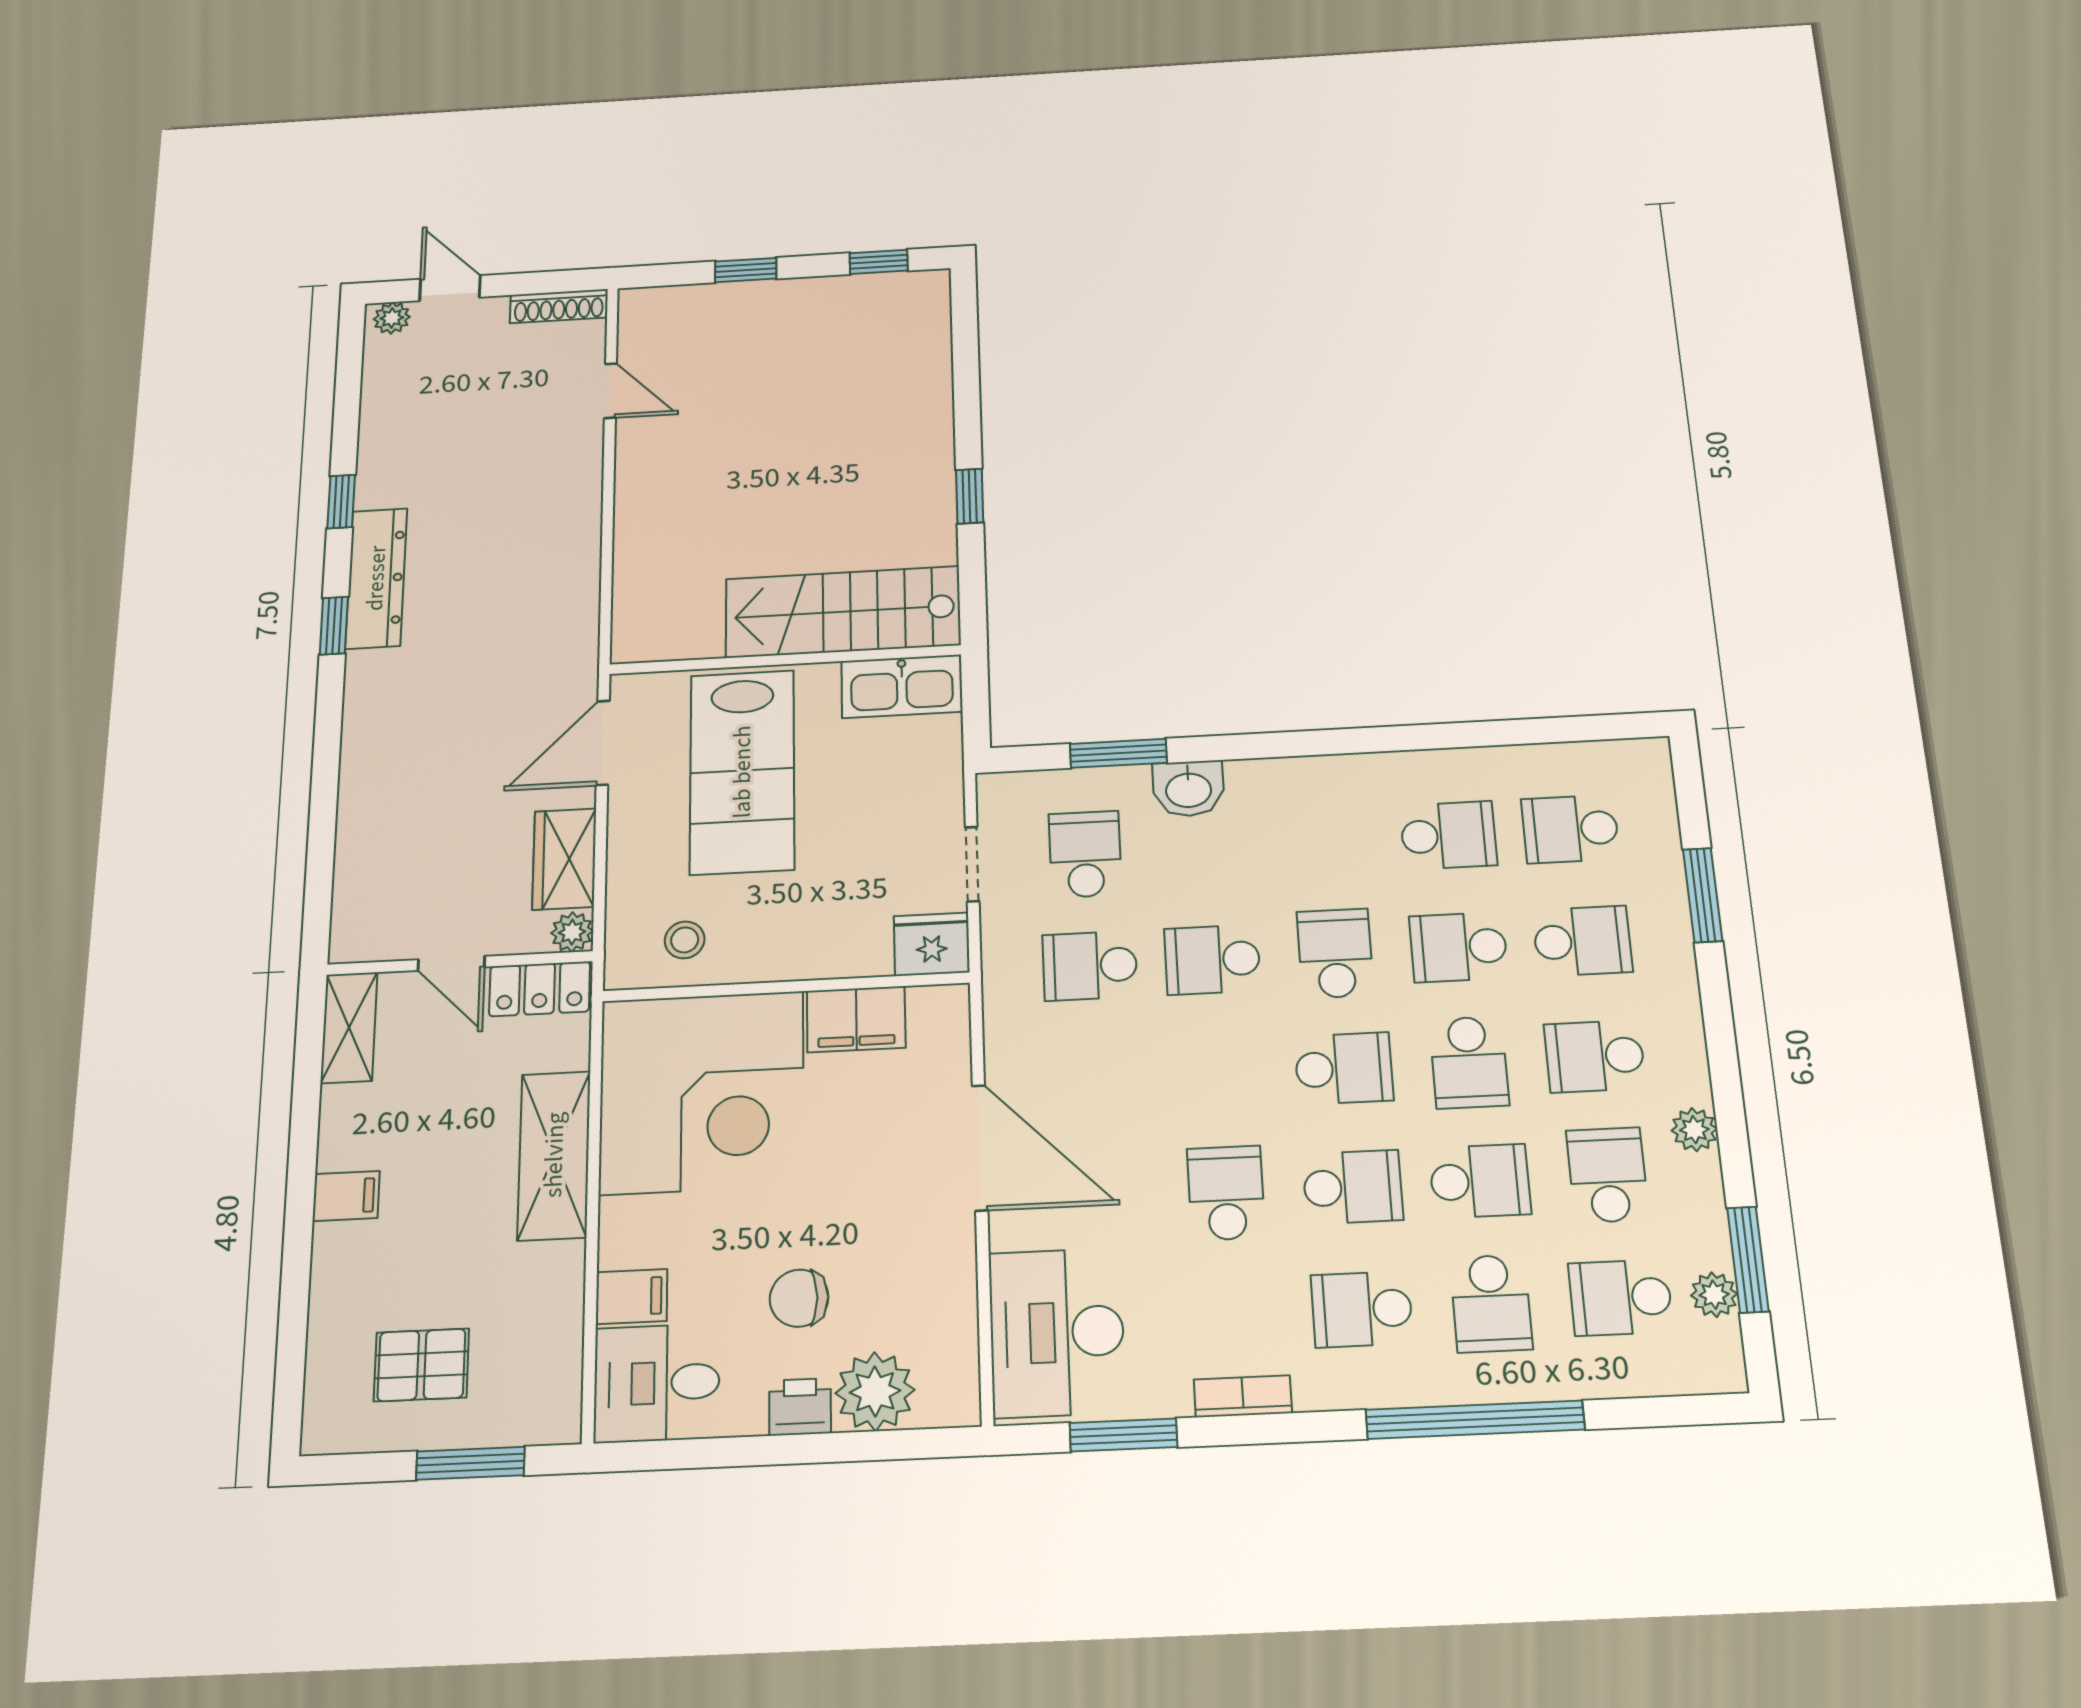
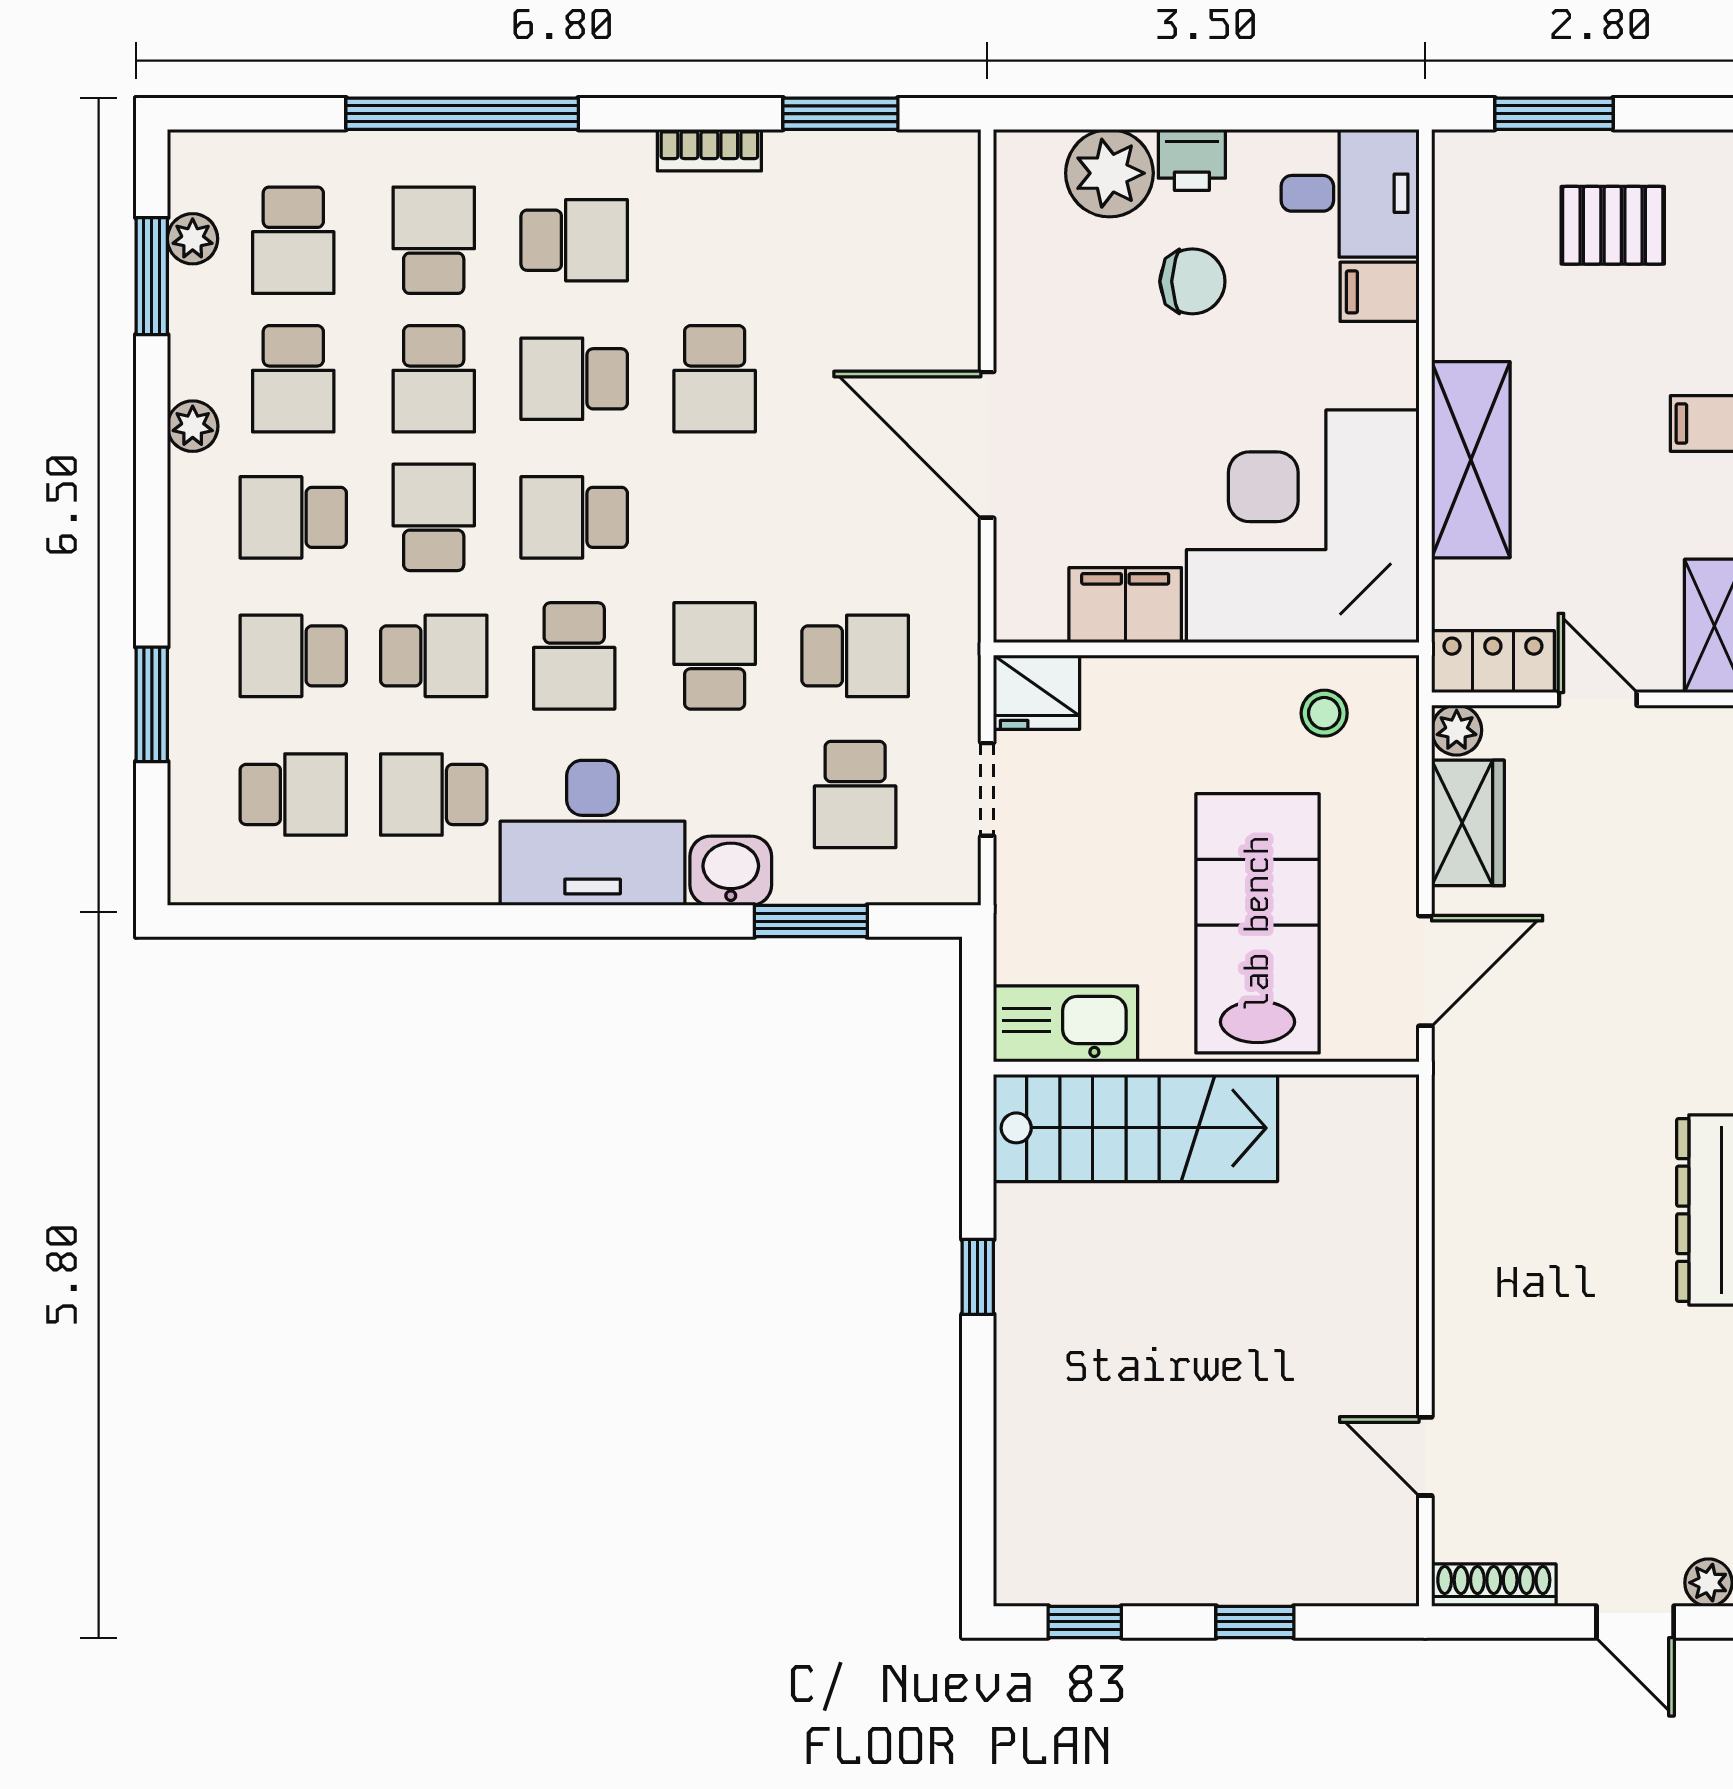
school desk: (1212, 960) -> (715, 656), turned -90
school desk: (1595, 1056) -> (293, 517), turned 180
school desk: (1480, 1181) -> (434, 379), turned -90
school desk: (1621, 1298) -> (293, 240), turned 90
desk: (1057, 1332) -> (593, 833), moved, turned 90

